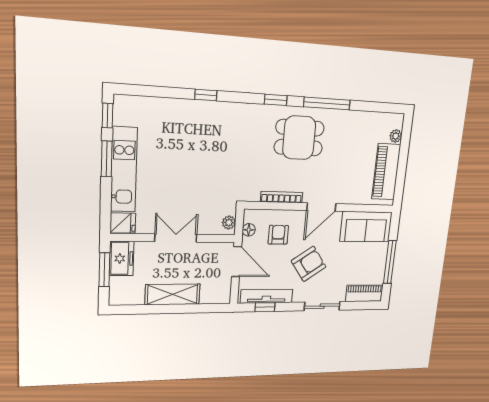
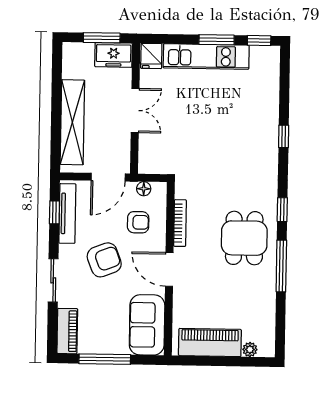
plant: (229, 223) -> (152, 166), removed
armchair: (309, 264) -> (104, 260), turned -76
shelving: (173, 294) -> (72, 122), width x1.47

